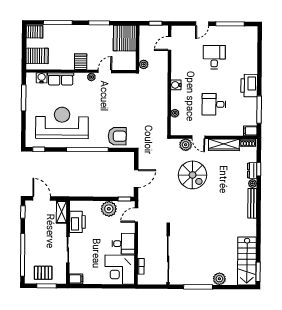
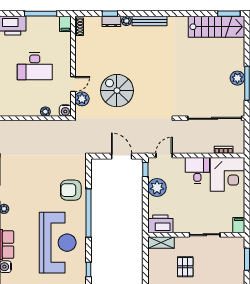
water cooler: (176, 85) -> (65, 111), moved
desk: (214, 104) -> (35, 66), width x1.37
reception desk: (62, 123) -> (58, 243), turned 180
armchair: (117, 136) -> (71, 190), moved, turned -90
wardrobe: (224, 145) -> (82, 54), removed
spiral stairs: (193, 175) -> (117, 91), turned -90
door: (42, 198) -> (145, 266), removed
door: (136, 215) -> (164, 155), swing flipped
printer: (77, 222) -> (160, 224), moved
pallet: (43, 273) -> (185, 267), moved
plant: (219, 279) -> (237, 78), moved

